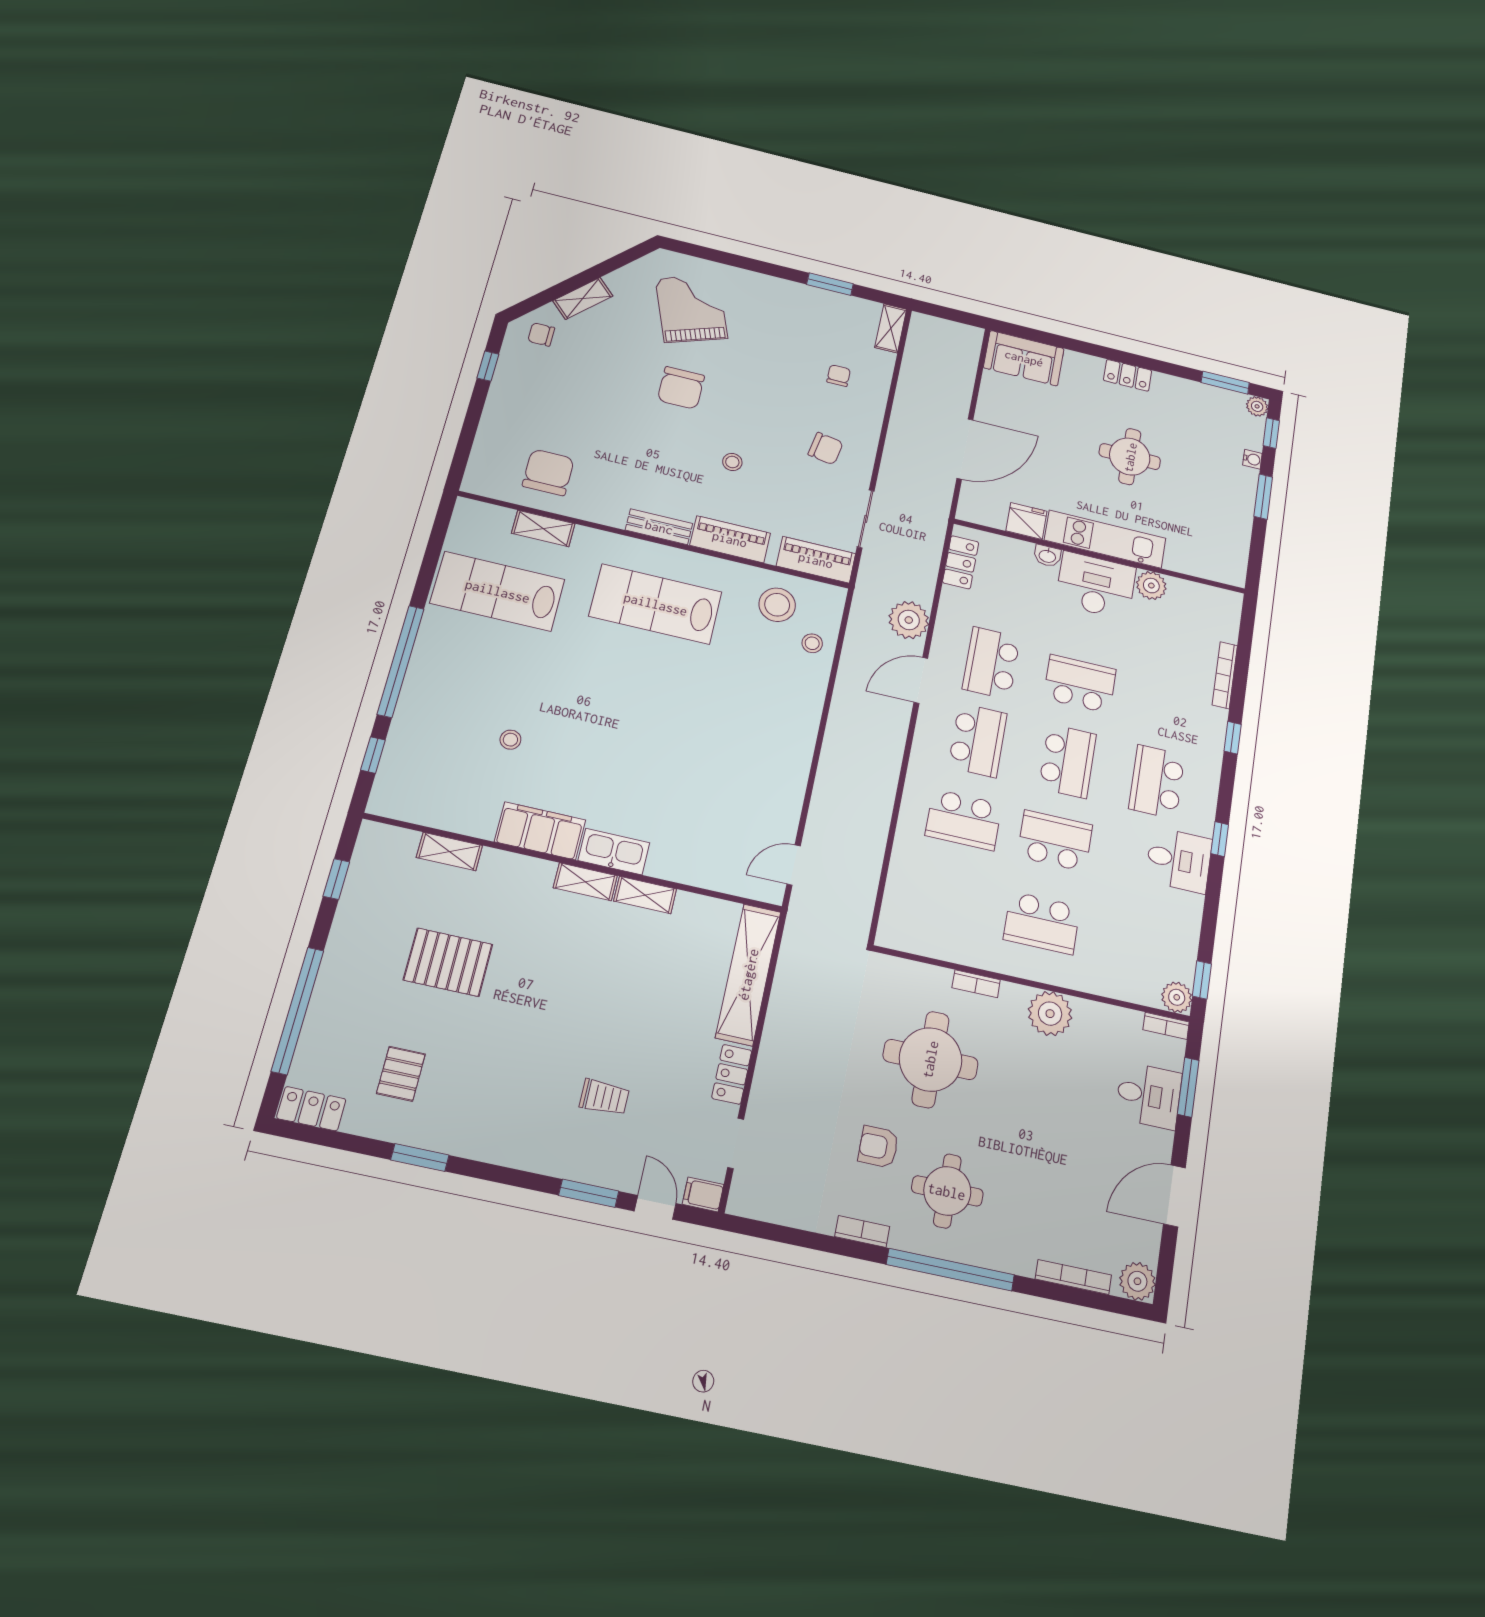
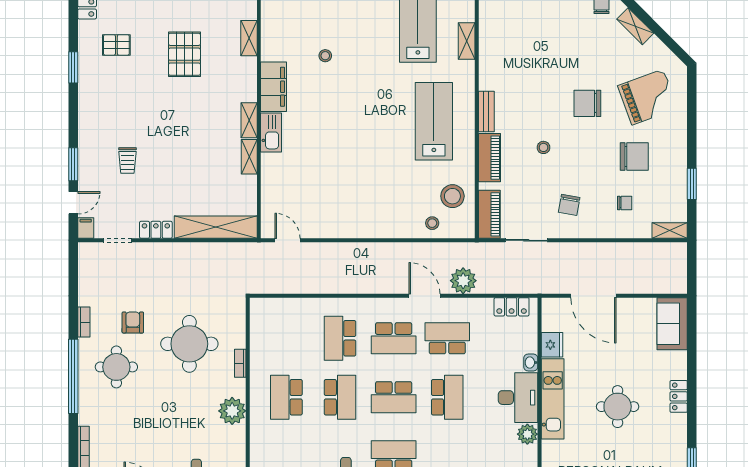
chair: (548, 472) -> (634, 156), moved

